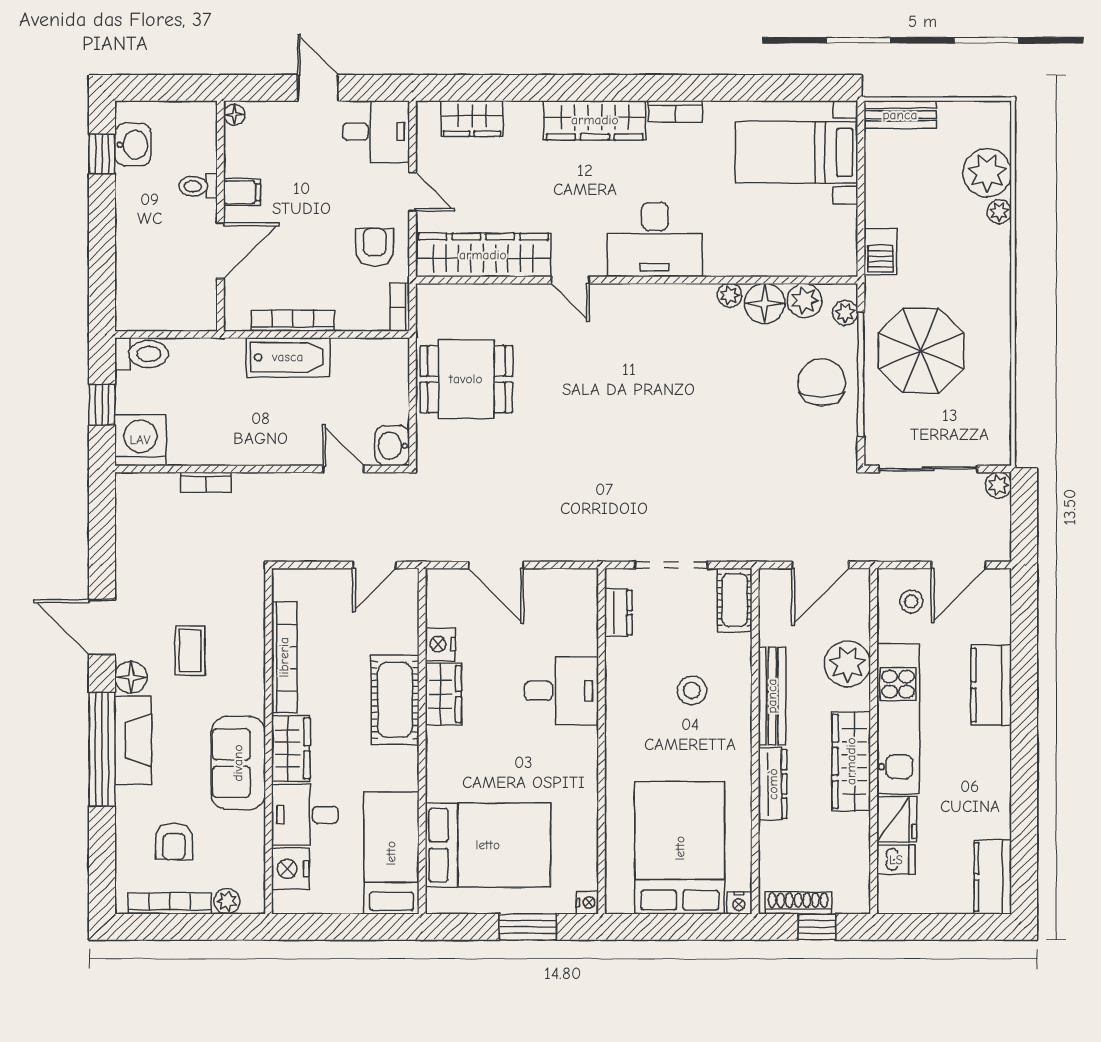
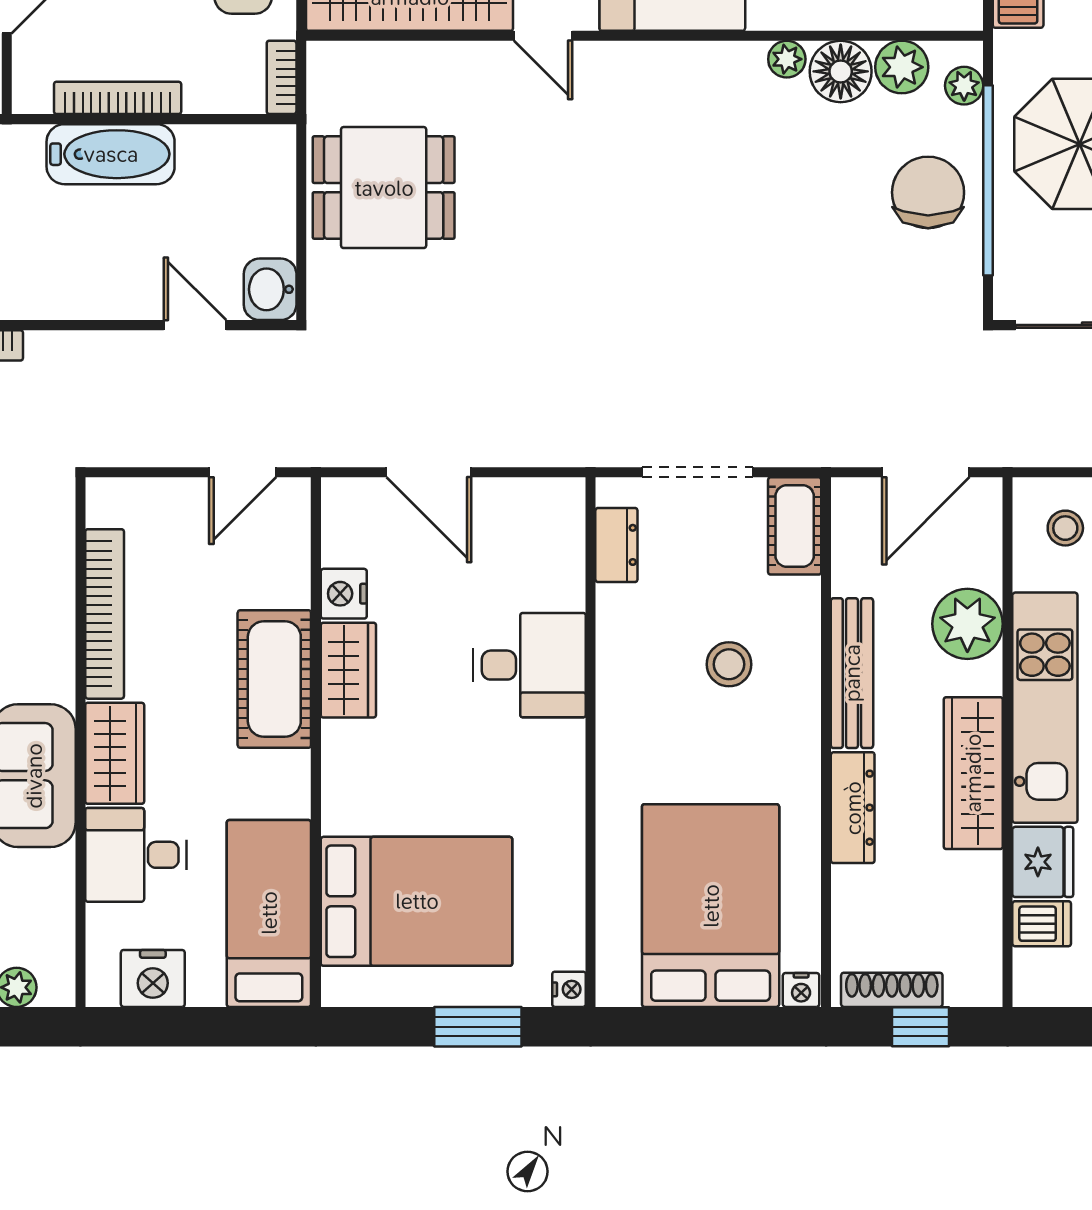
nightstand: (290, 869) -> (153, 978), moved, turned -90

